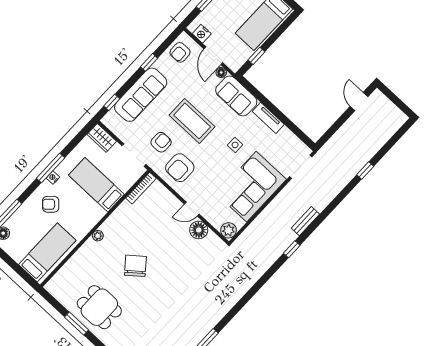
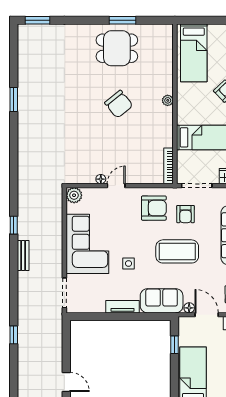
armchair: (180, 168) -> (154, 208), turned 90
floor lamp: (199, 230) -> (101, 179), width x0.53, depth x0.53

